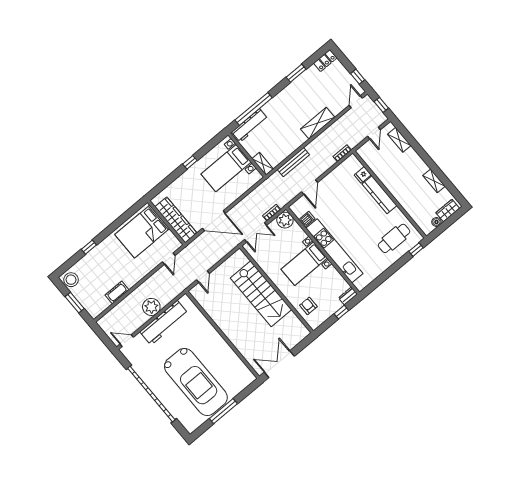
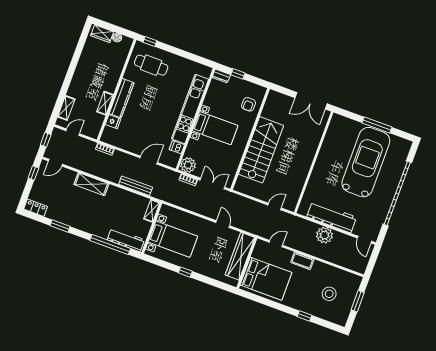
shelving: (434, 181) -> (105, 103), moved
door: (214, 221) -> (223, 224), width x0.53
stool: (71, 280) -> (329, 294), moved
cot: (117, 293) -> (302, 261), moved

